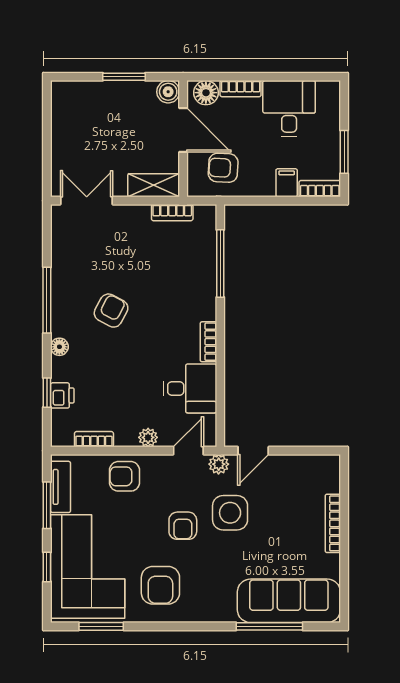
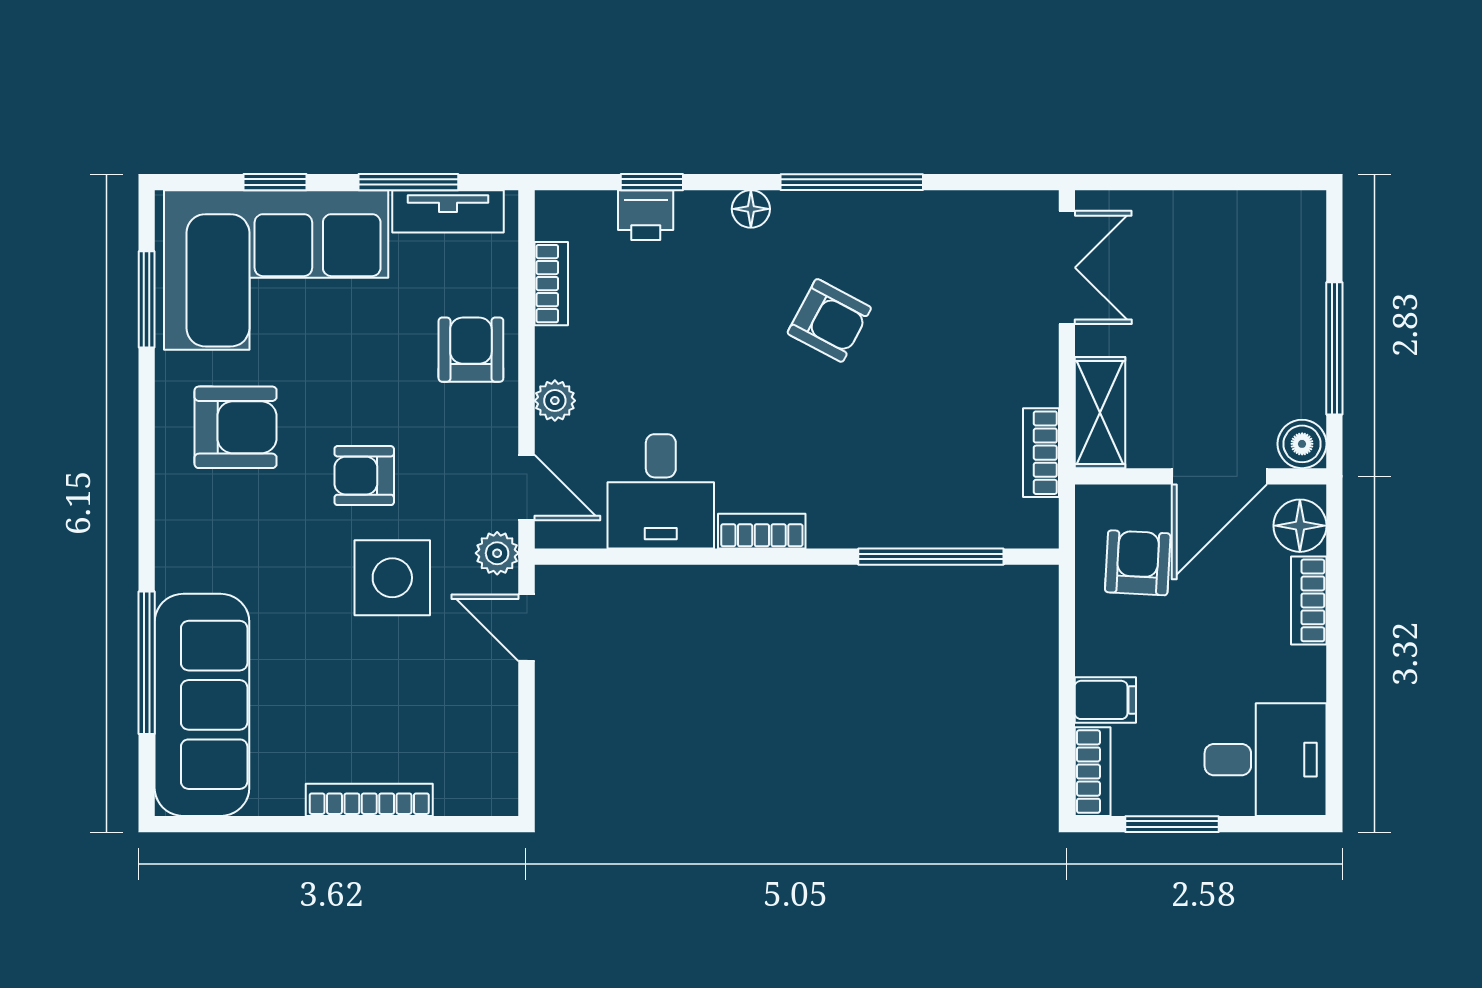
window: (124, 77) -> (1334, 348), width x1.44
desk: (289, 109) -> (1265, 760), moved
armchair: (160, 585) -> (236, 427), turned 180

